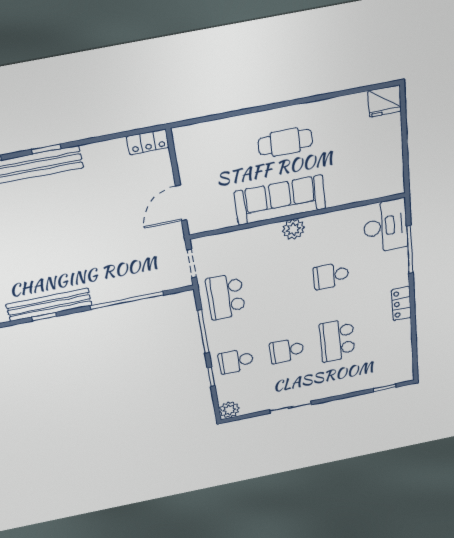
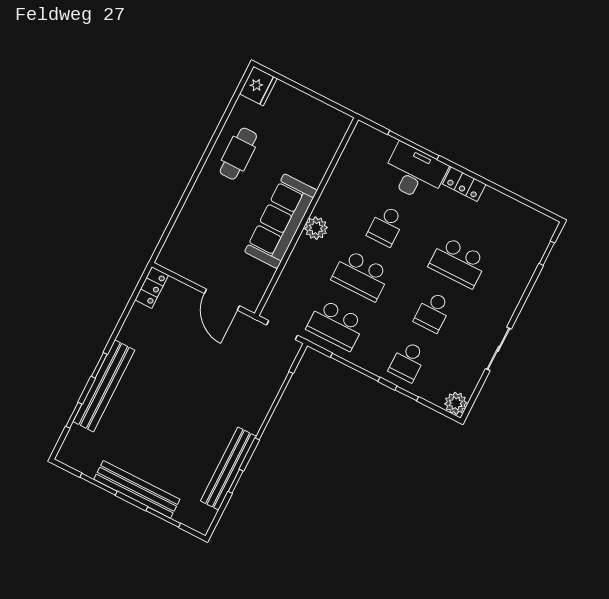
cafe table: (285, 142) -> (238, 154), moved
desk: (385, 226) -> (415, 173), moved
school desk: (279, 286) -> (361, 275), added

